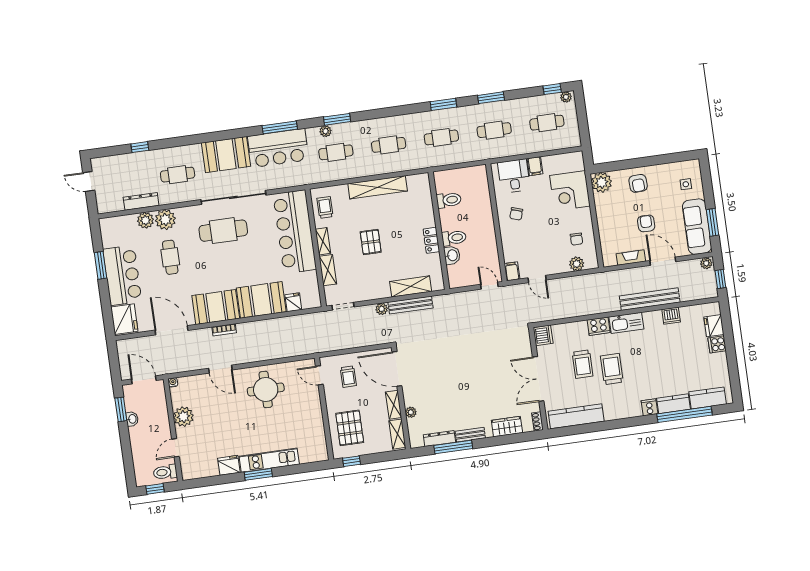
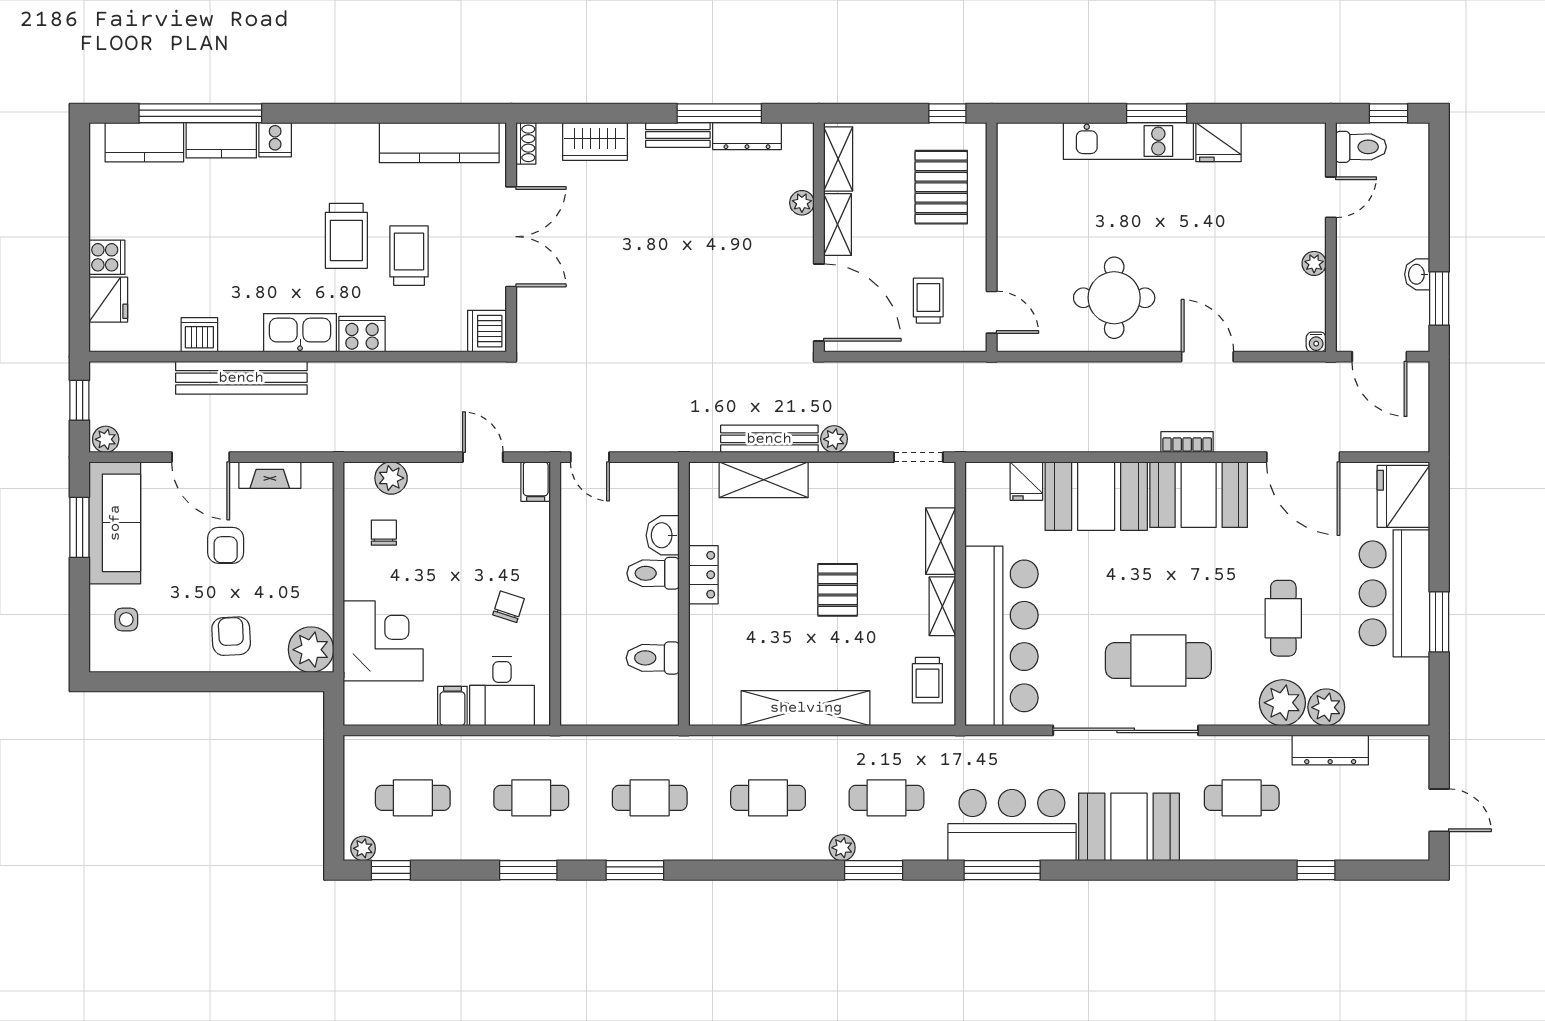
plant: (325, 131) -> (842, 848), moved
plant: (183, 417) -> (1314, 263), width x0.53, depth x0.53

